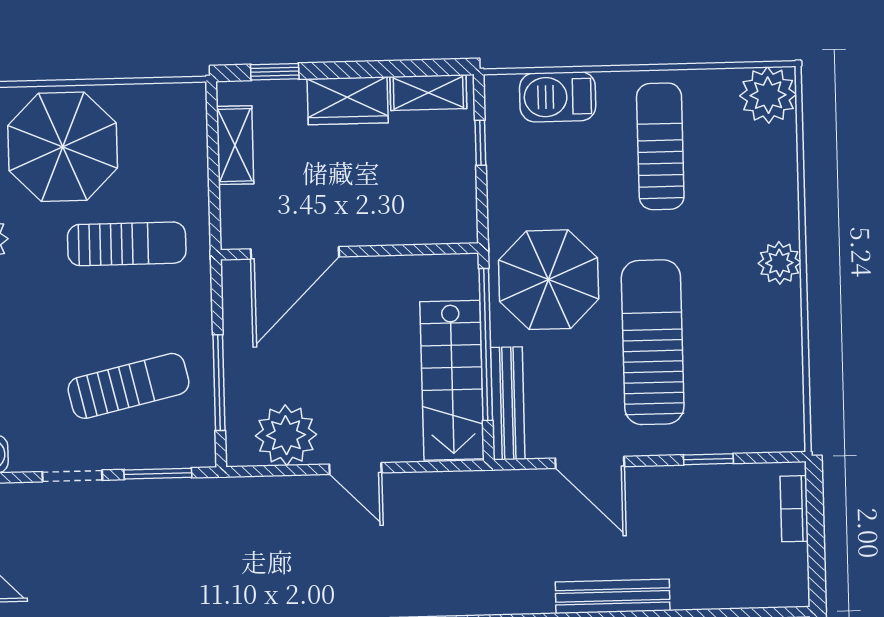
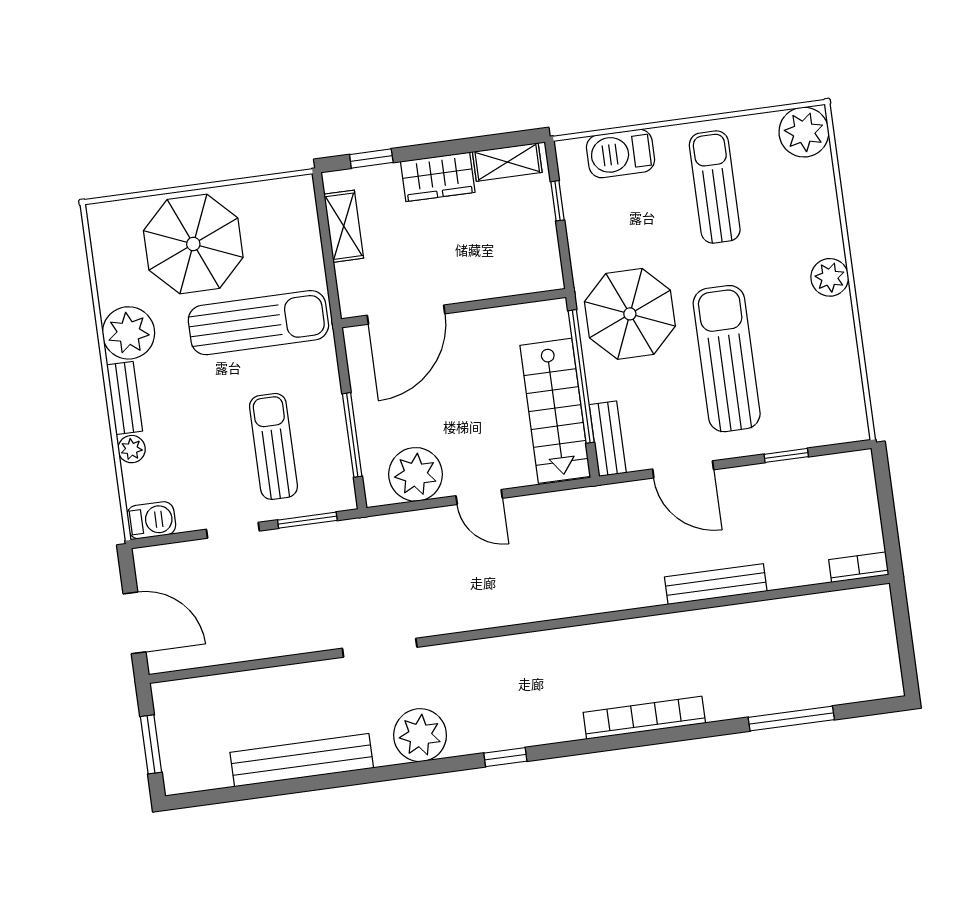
sun lounger: (127, 244) -> (258, 323), width x1.36, depth x1.34
sun lounger: (128, 386) -> (273, 446), turned -77
bench: (508, 403) -> (608, 439), width x0.73
bookcase: (794, 509) -> (859, 567), moved, turned 90

